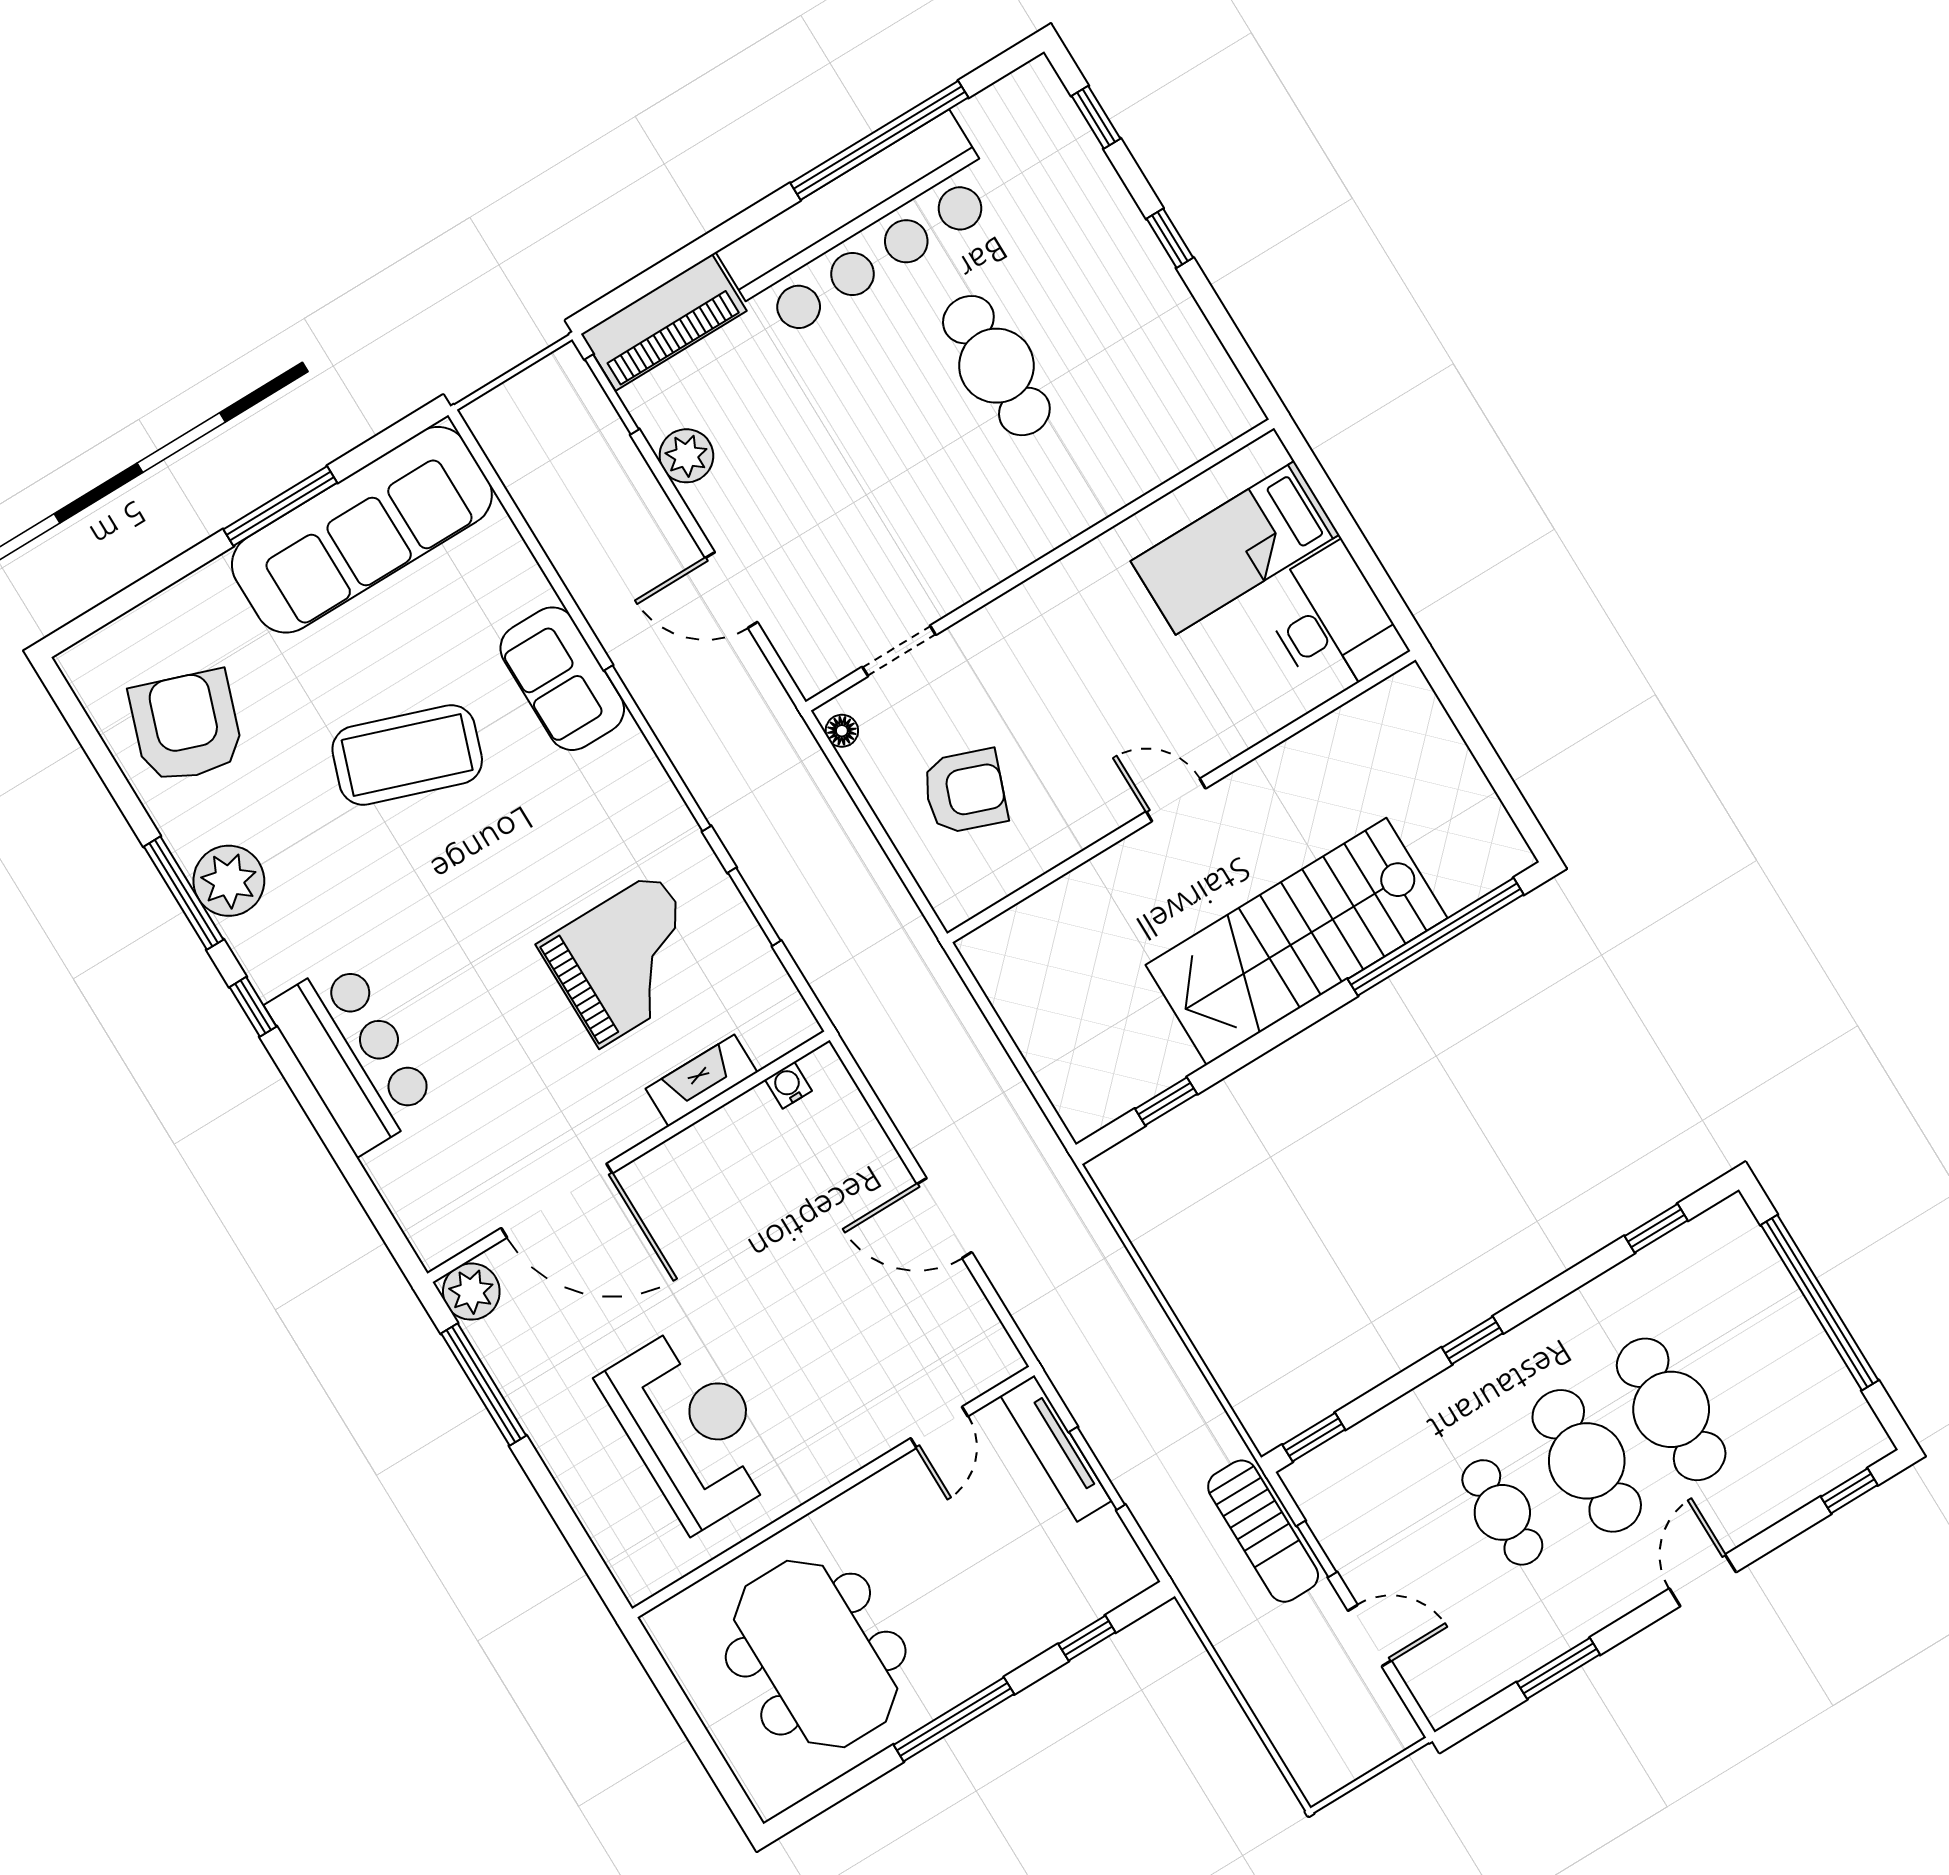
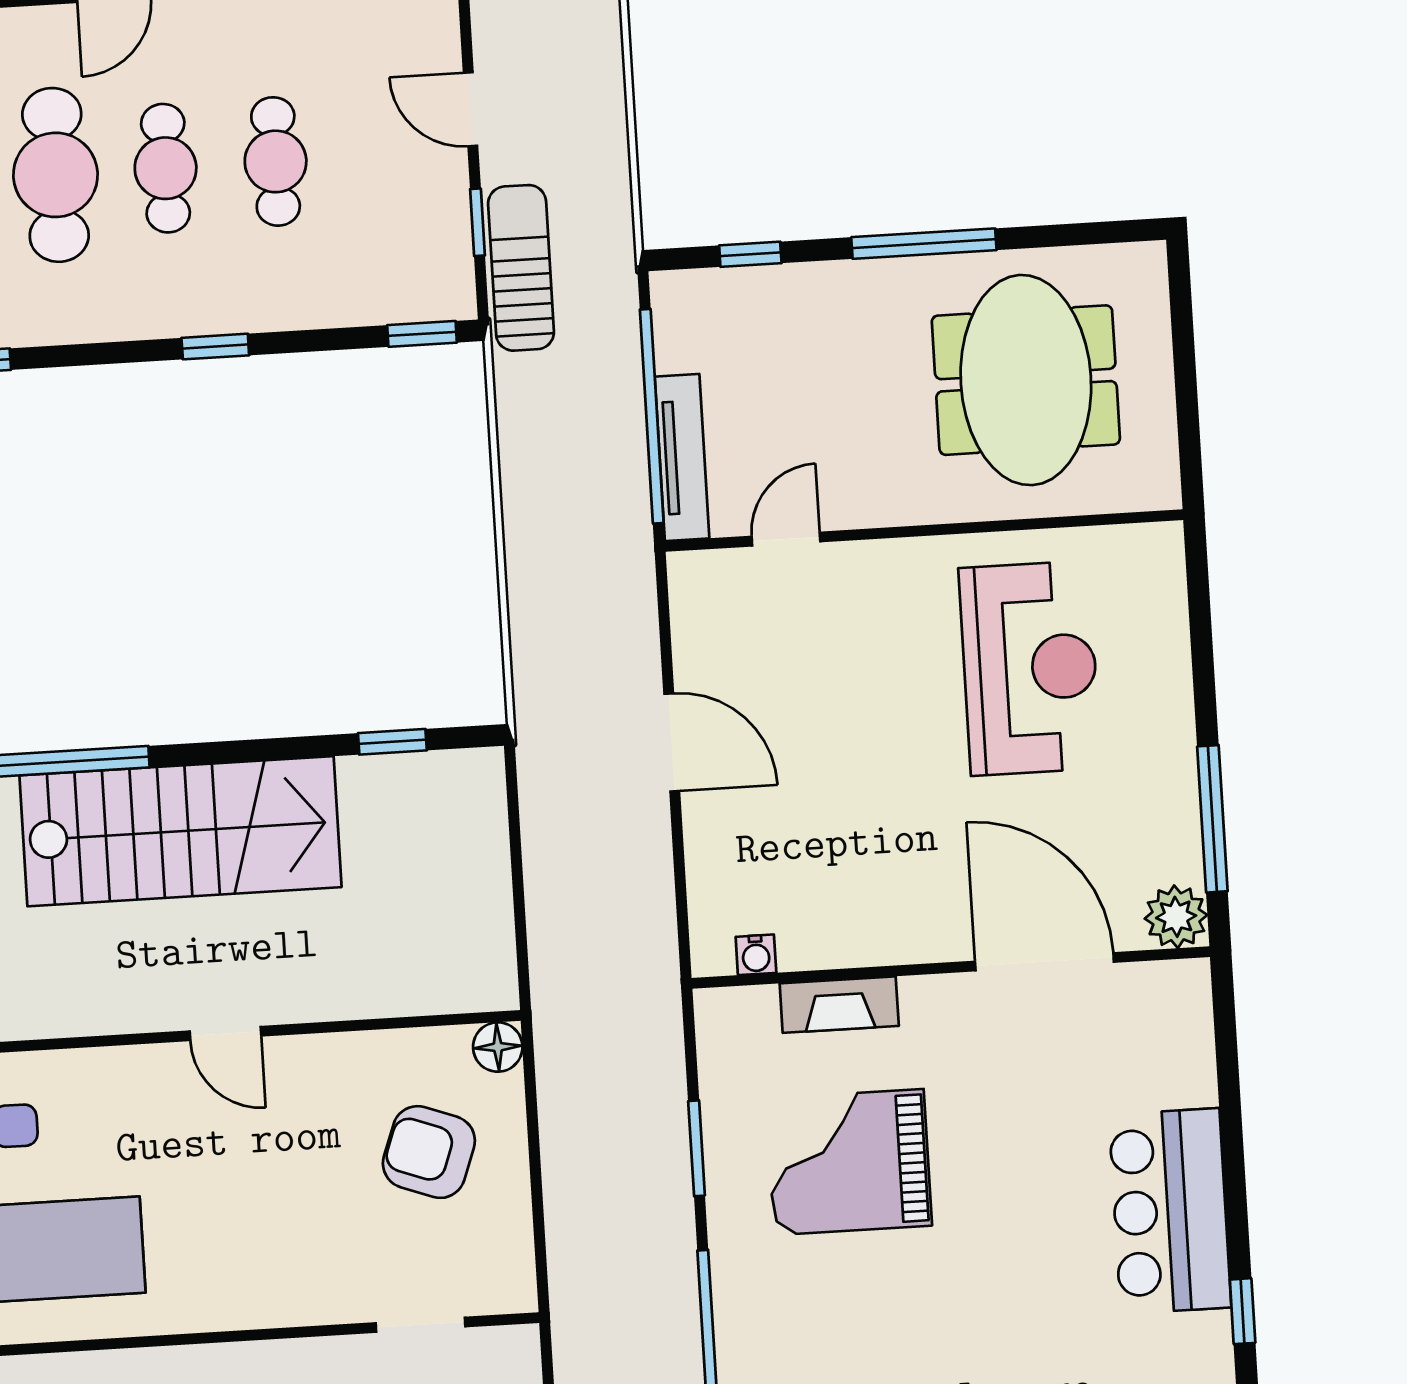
floor lamp: (842, 731) -> (498, 1047), moved, width x1.37, depth x1.37
reception desk: (692, 1427) -> (1030, 668), turned 180
cafe table: (1587, 1461) -> (166, 168), width x0.73, depth x0.74
window: (1097, 1468) -> (652, 416), width x2.11

